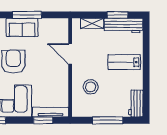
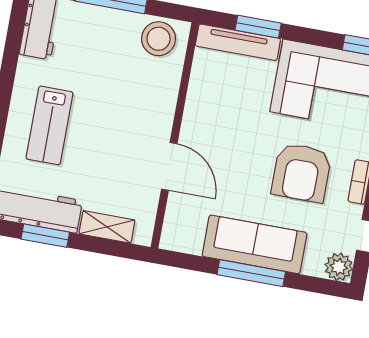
sofa: (22, 27) -> (255, 244), width x1.36
lab bench: (124, 62) -> (49, 125), turned 90
stool: (91, 87) -> (159, 39), moved

